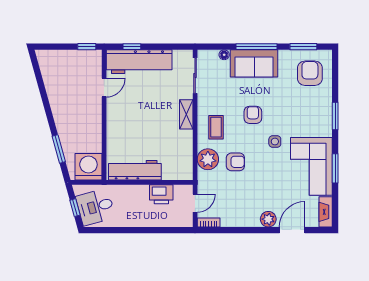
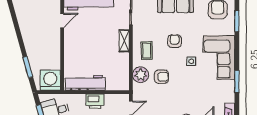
window: (335, 116) -> (237, 21), moved
corner sofa: (311, 166) -> (219, 57), moved
printer: (161, 194) -> (95, 101), moved

